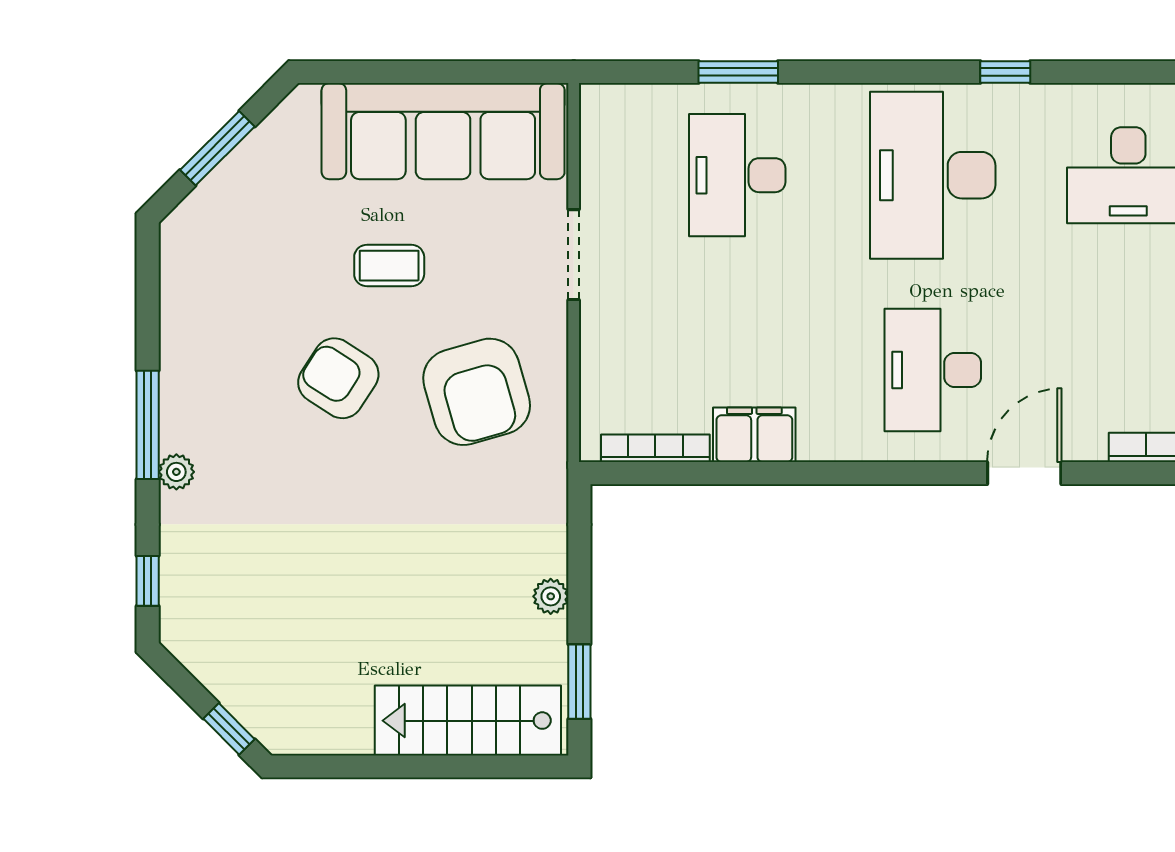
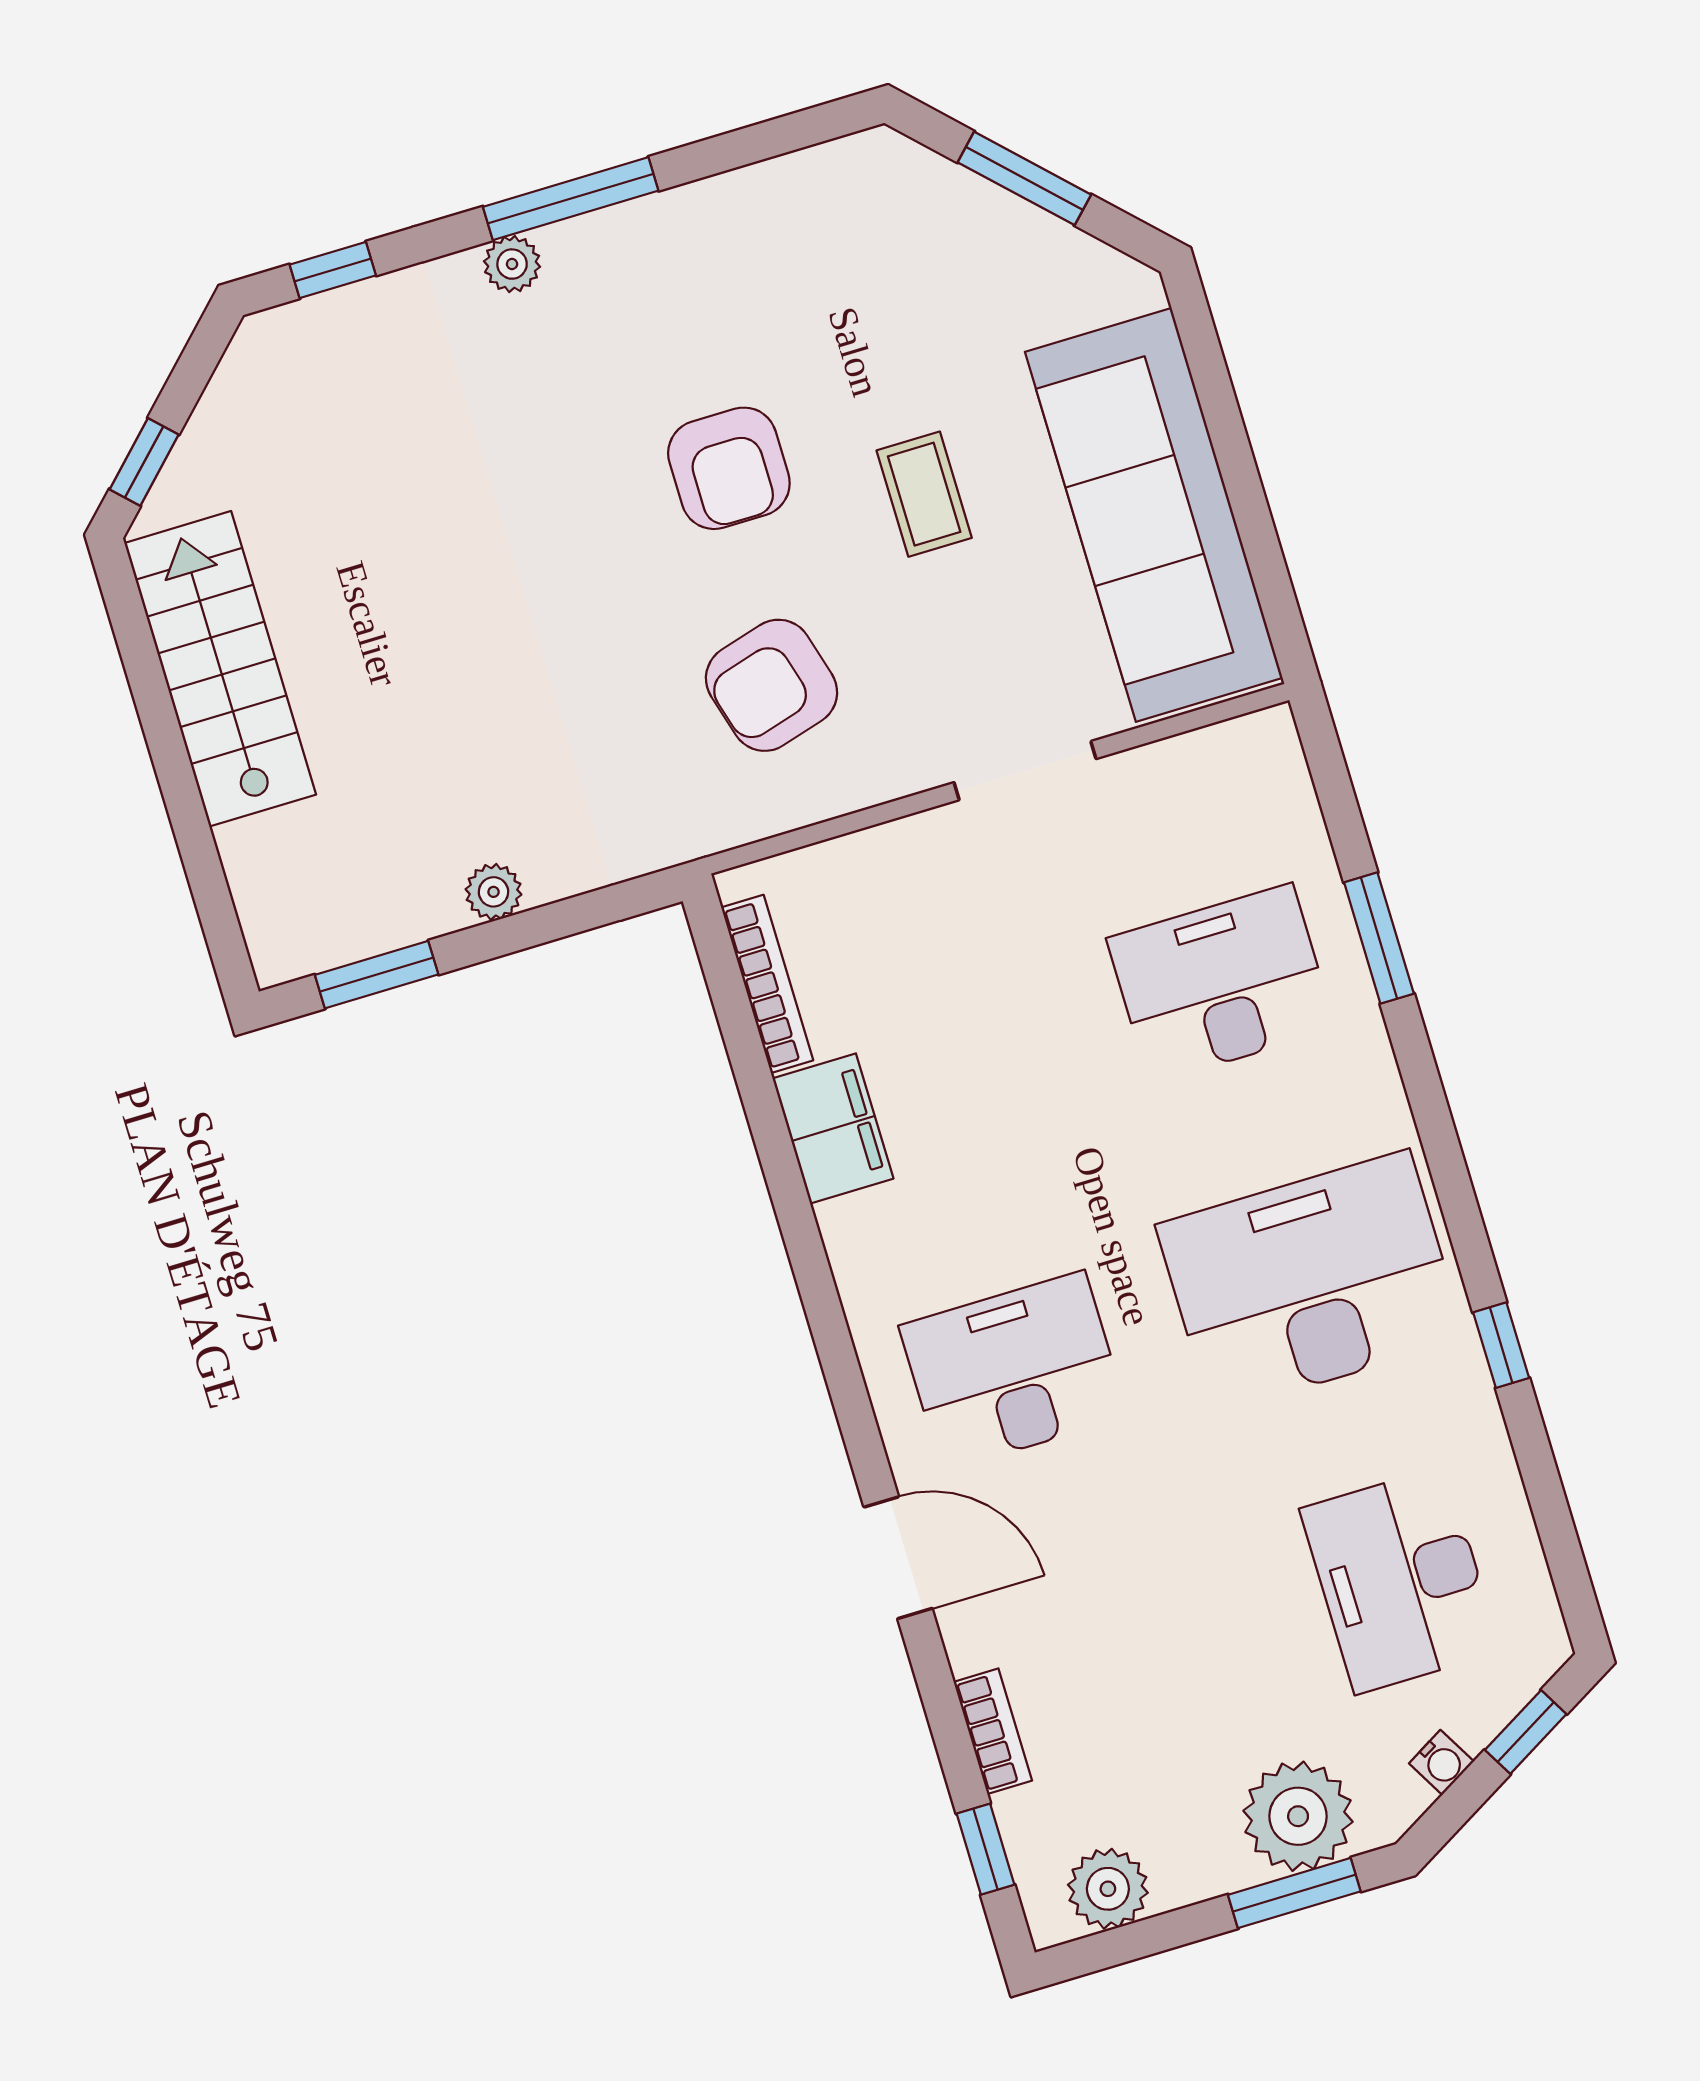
armchair: (338, 378) -> (729, 468), turned 147
armchair: (477, 392) -> (772, 685), width x0.73, depth x0.73
stairs: (468, 721) -> (220, 669), moved

